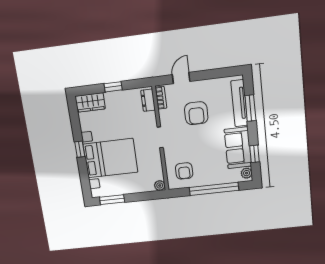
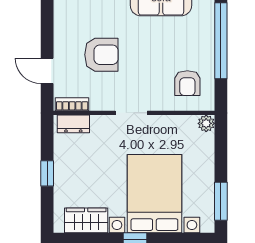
wardrobe: (90, 102) -> (86, 220), moved, turned -90
armchair: (184, 171) -> (187, 83), turned 90

